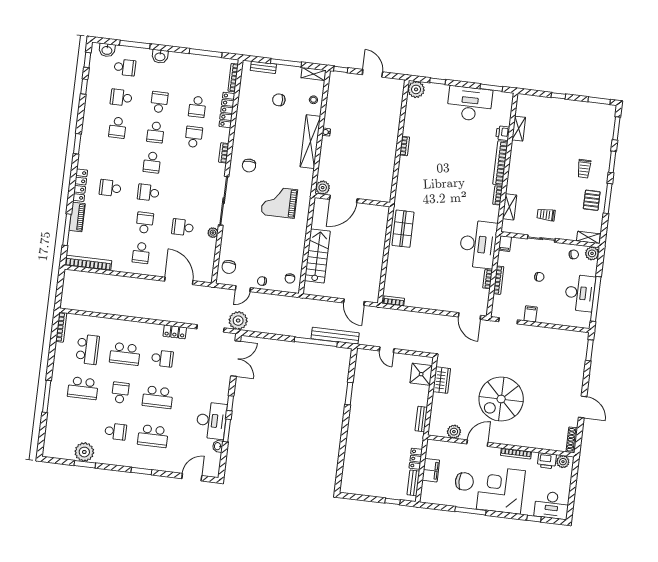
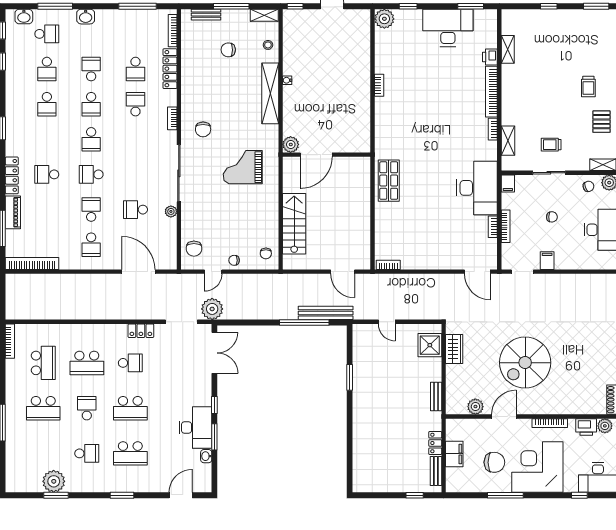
school desk: (121, 98) -> (47, 69), turned -90

